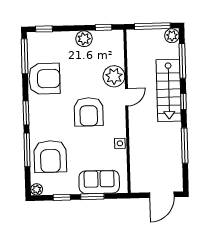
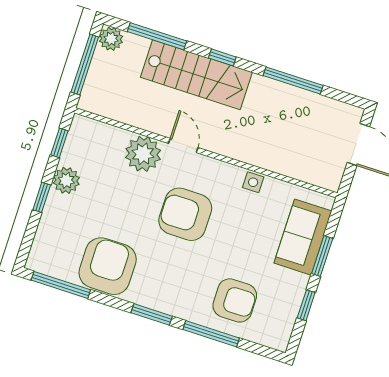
window: (44, 29) -> (42, 197), moved
armchair: (89, 112) -> (185, 214), turned 180
armchair: (50, 156) -> (235, 300), width x0.73, depth x0.73
plant: (37, 189) -> (279, 341), removed

